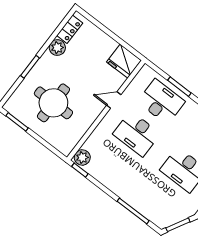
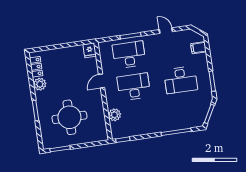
fridge: (124, 61) -> (90, 50), width x0.53, depth x0.75
desk: (137, 134) -> (134, 87), turned 180
plant: (82, 157) -> (115, 115), moved

